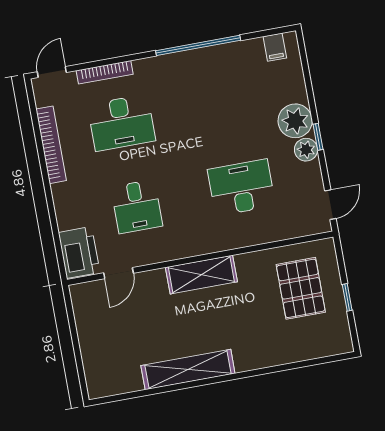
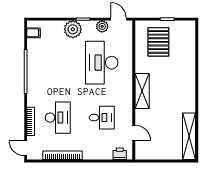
plant: (306, 150) -> (102, 26), moved
desk: (241, 187) -> (102, 63), width x1.36, depth x1.30
printer: (79, 252) -> (120, 154), width x0.53, depth x0.68
pallet: (301, 288) -> (158, 42), turned 90
shelving: (188, 370) -> (189, 136), moved

